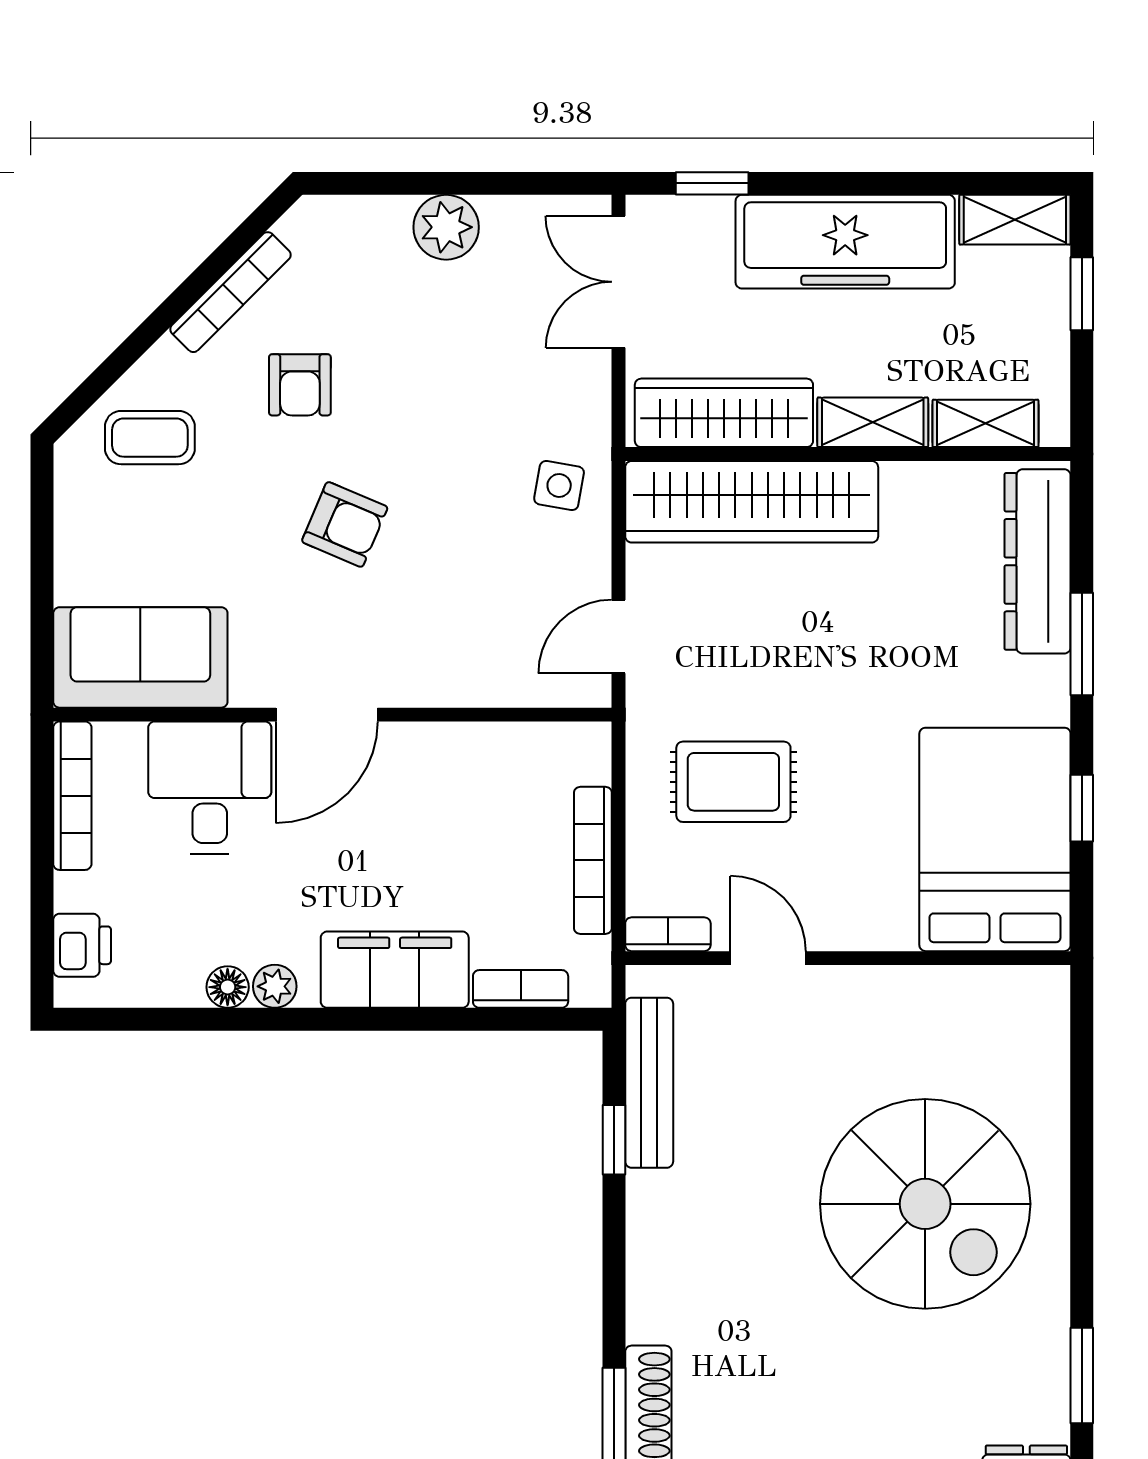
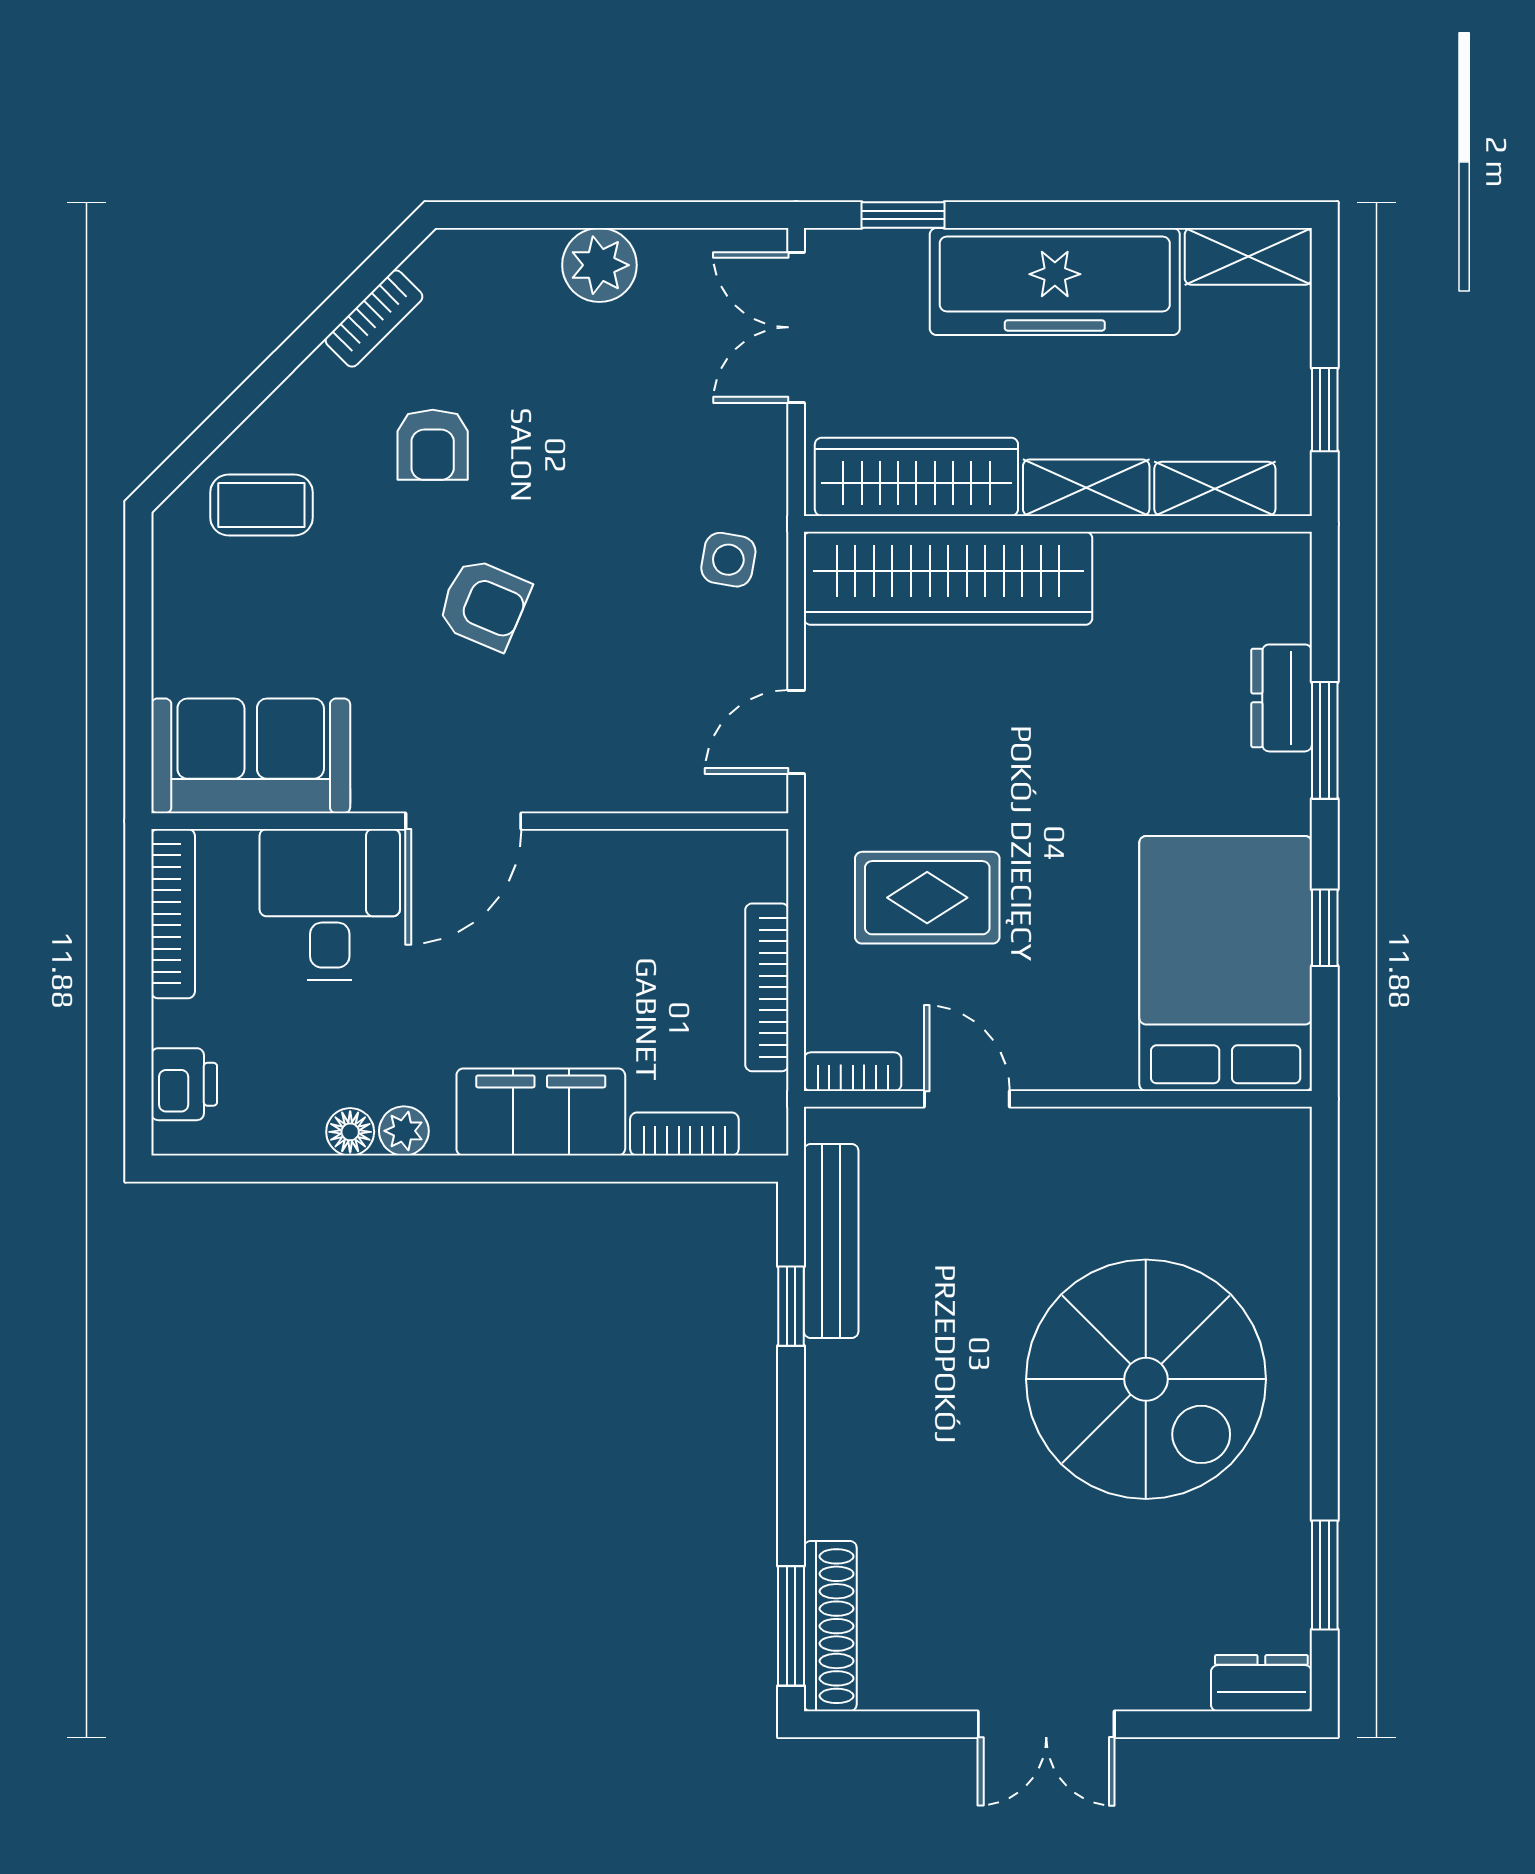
bookcase: (231, 292) -> (374, 319), width x0.64
window: (1082, 294) -> (1325, 410), moved
dresser: (1038, 561) -> (1282, 698), width x0.51, depth x0.80

